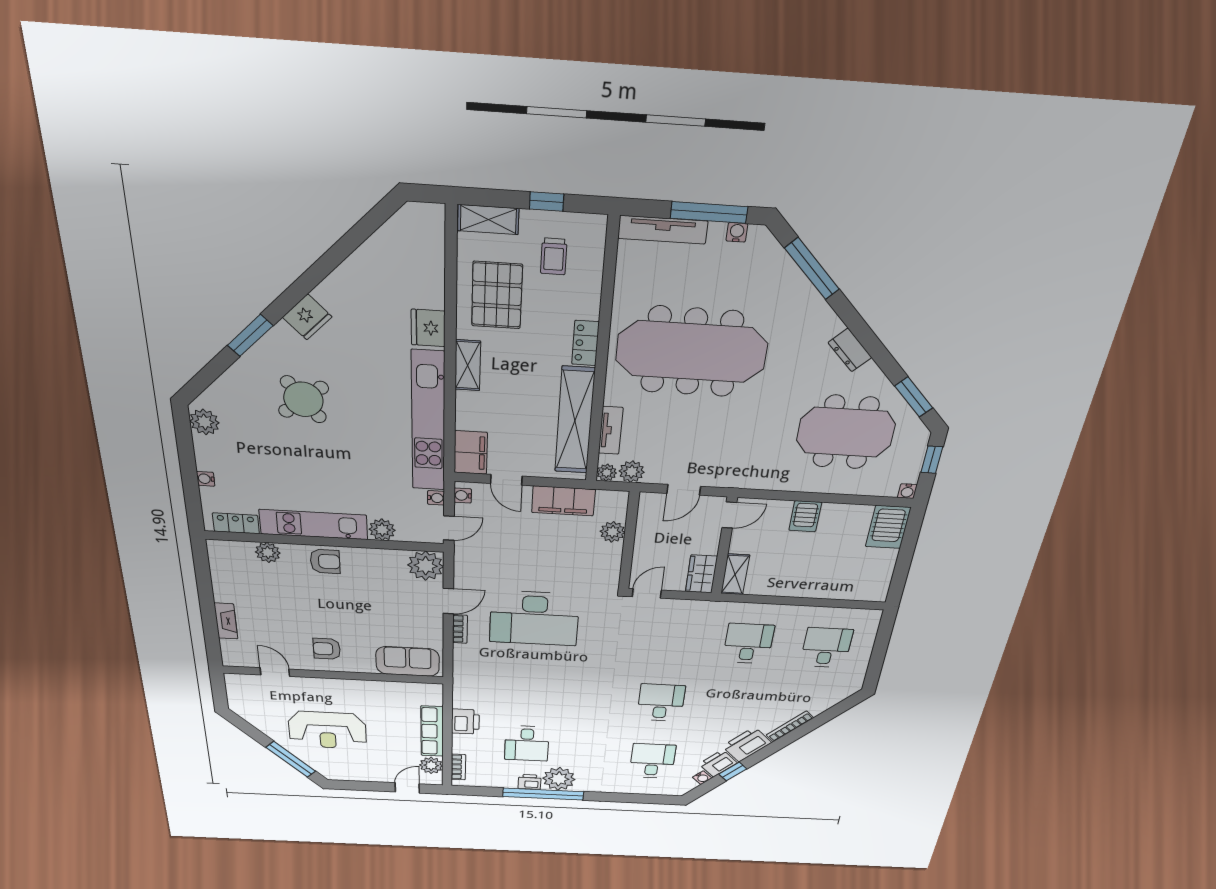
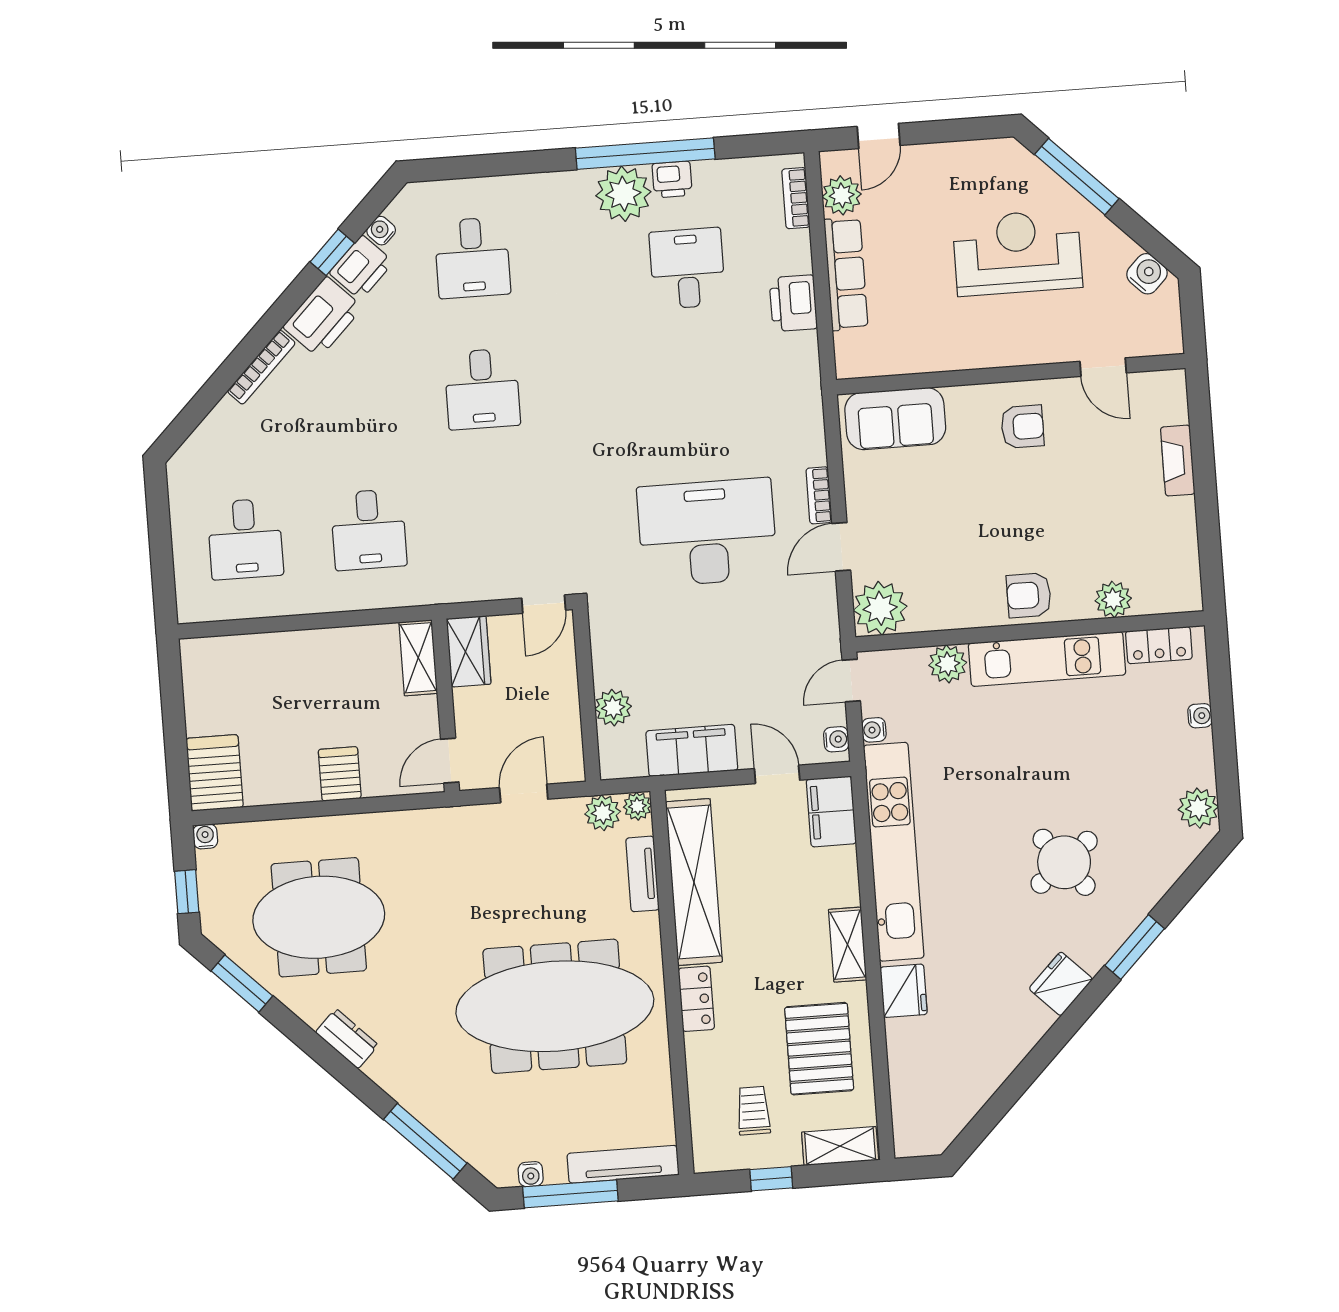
water cooler: (248, 712) -> (1147, 274), added

